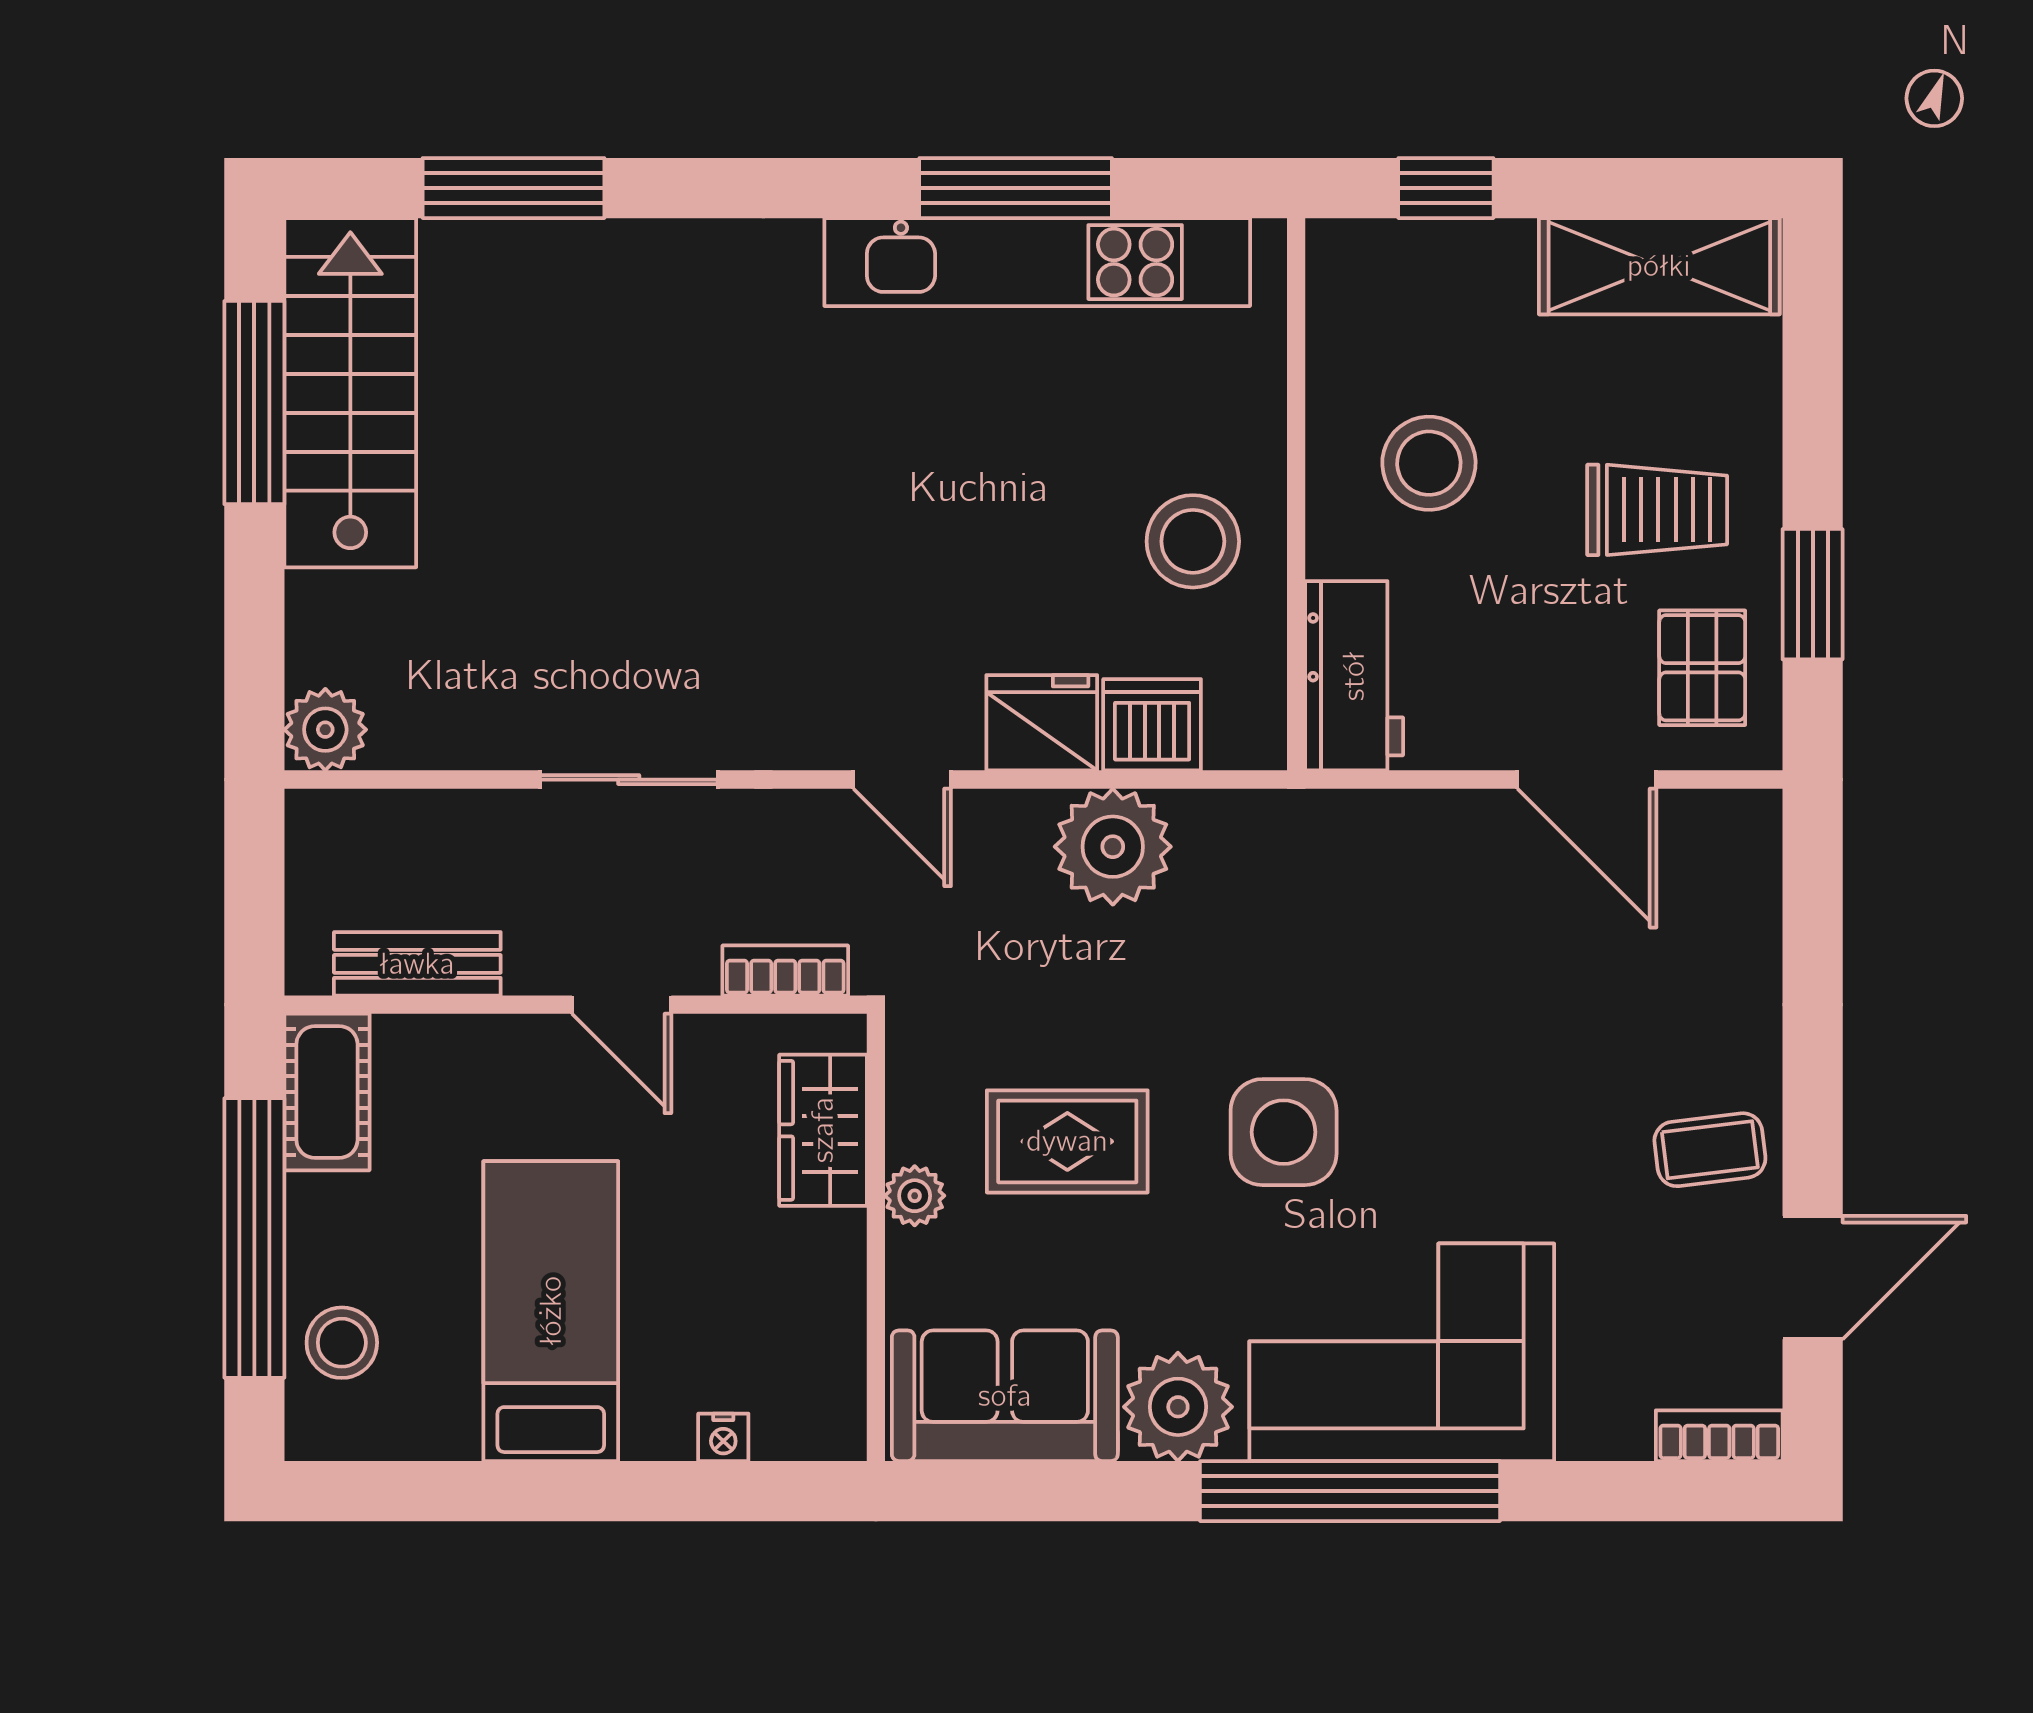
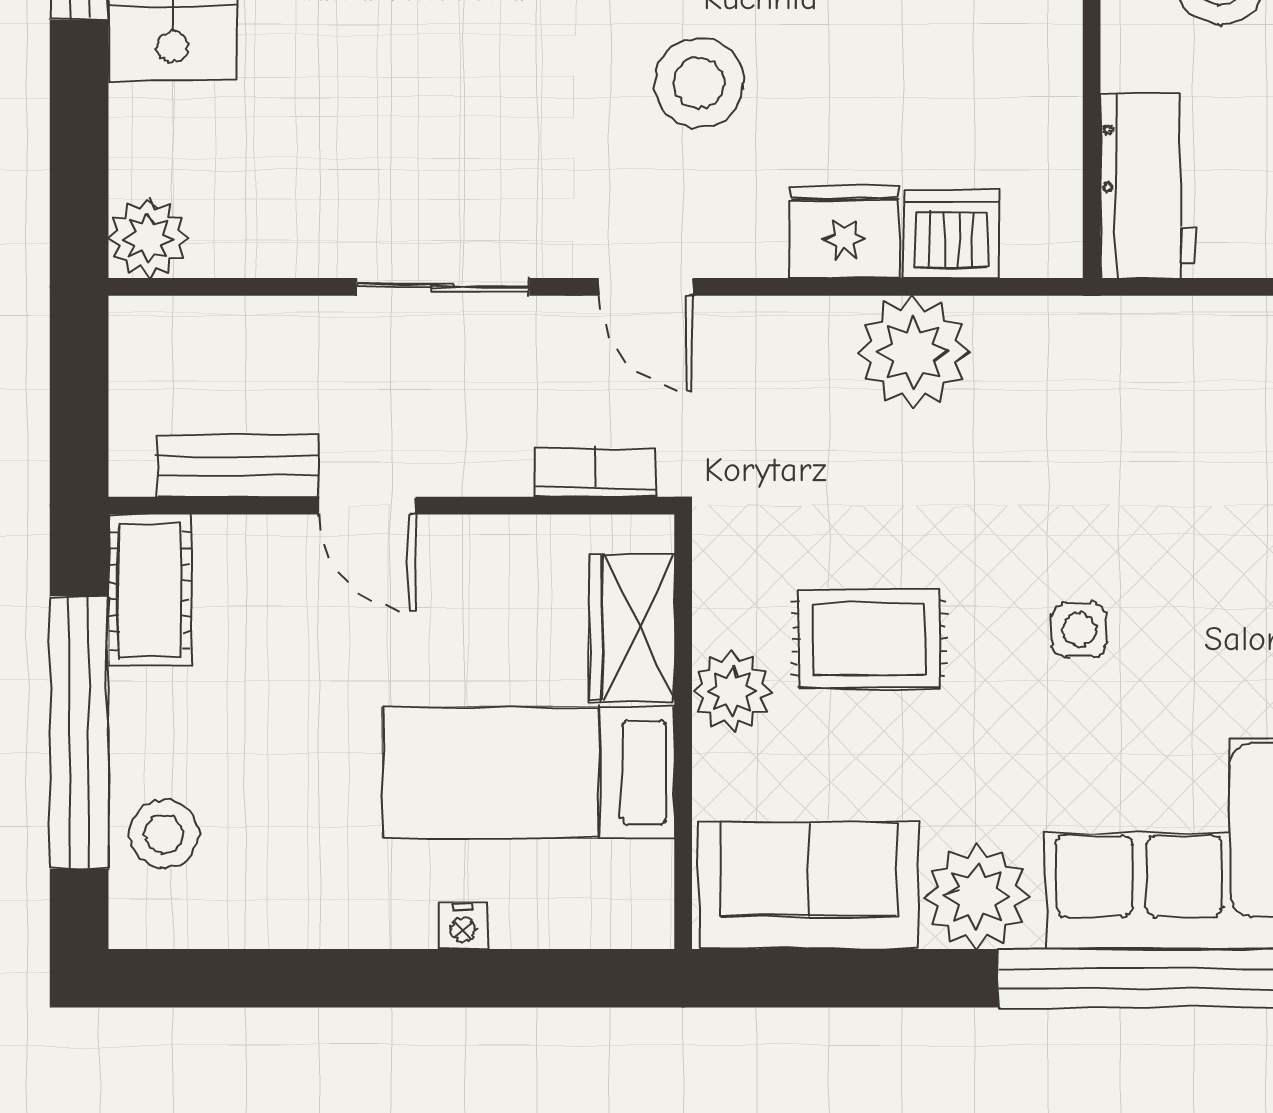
stool: (1193, 541) -> (699, 83), moved
door: (902, 780) -> (646, 287), moved
door: (622, 1005) -> (367, 506), moved
side table: (1284, 1132) -> (1079, 629), width x0.54, depth x0.54
plant: (915, 1196) -> (732, 691), width x1.38, depth x1.38
bed: (551, 1311) -> (529, 773), moved, turned -90
nightstand: (723, 1437) -> (463, 926), moved

